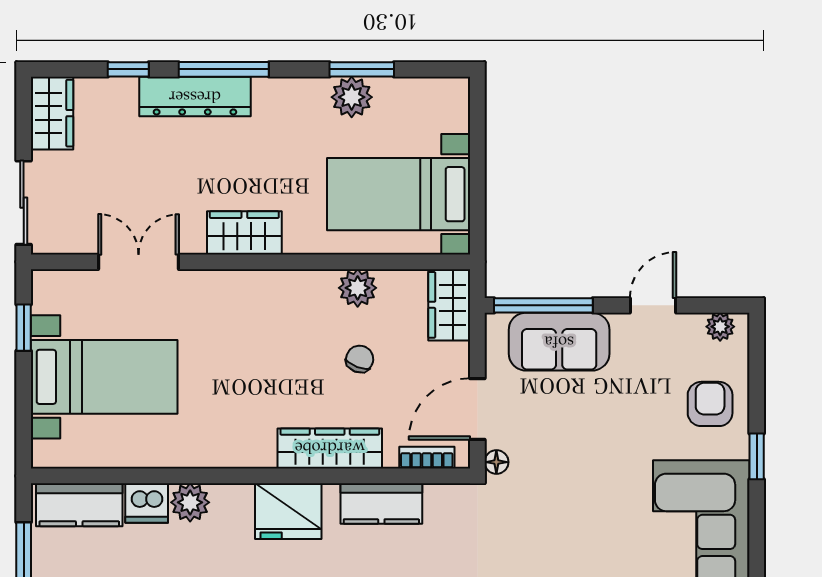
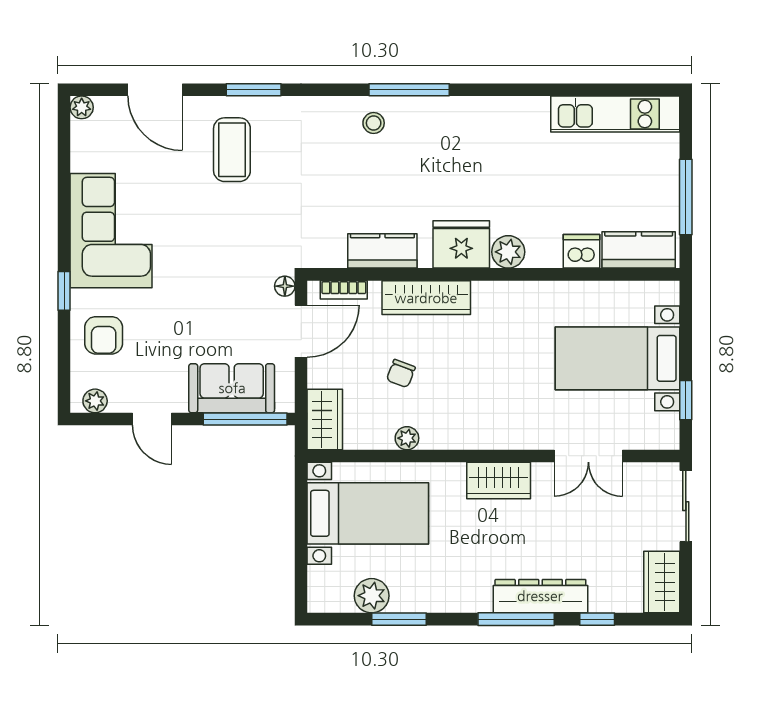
plant: (352, 97) -> (372, 596), moved
plant: (358, 288) -> (407, 438), width x0.73, depth x0.73
door: (653, 305) -> (152, 419), hinge flipped
plant: (190, 502) -> (508, 252), moved

